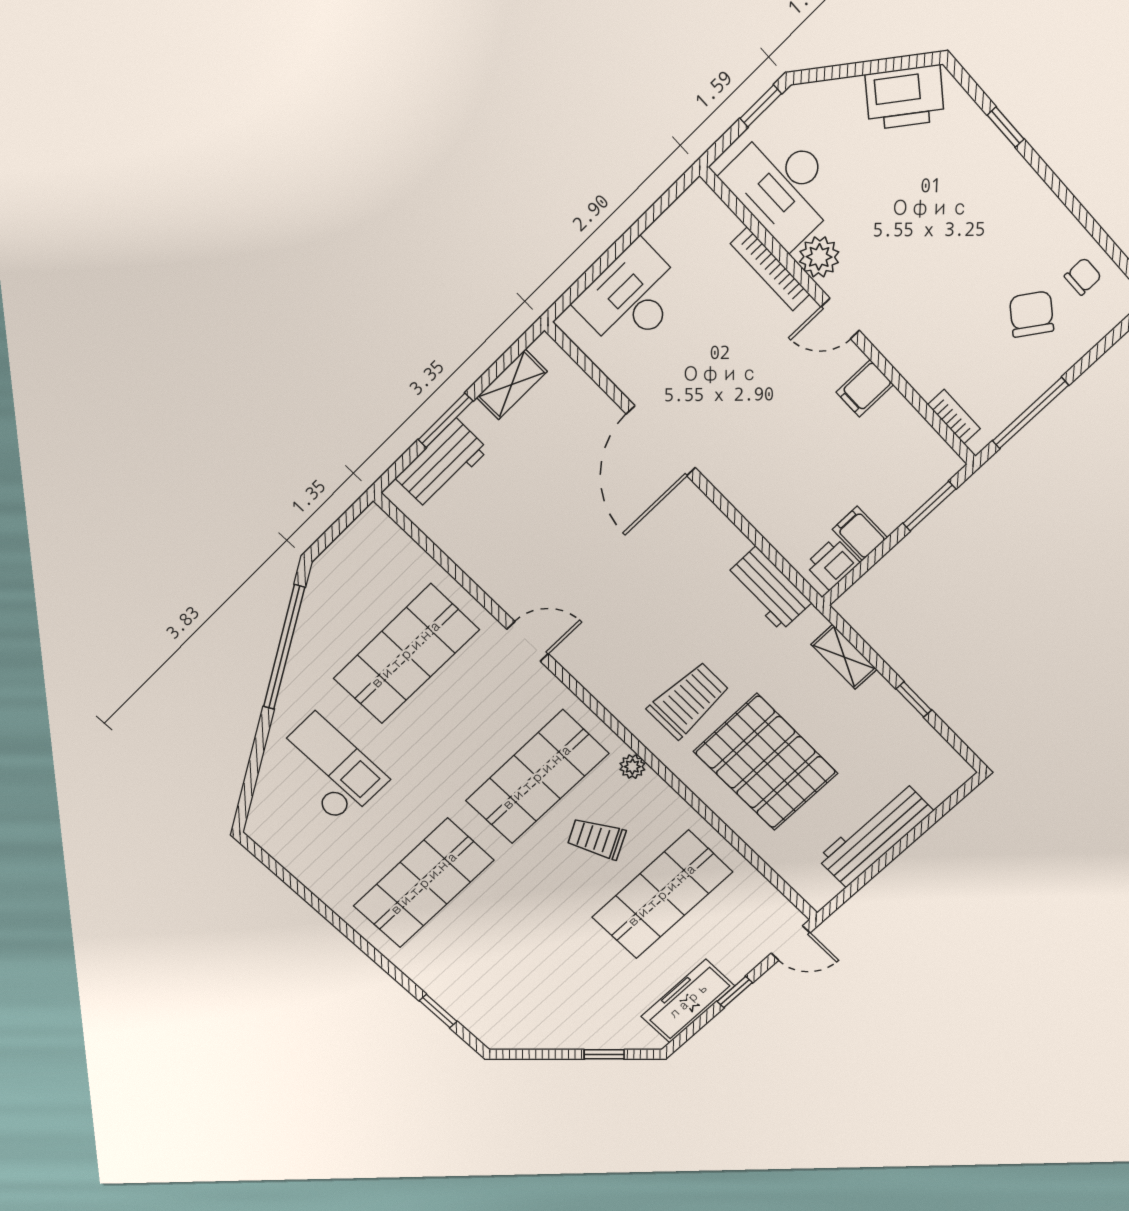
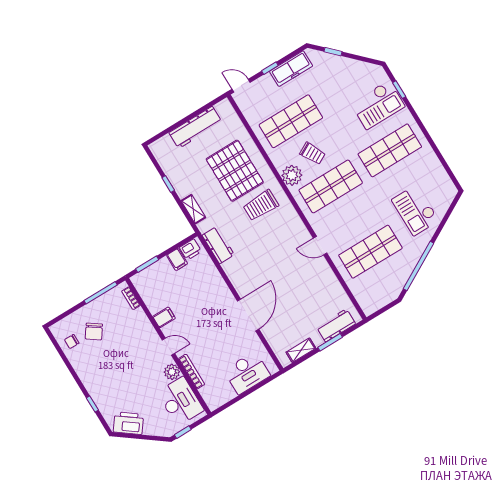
plant: (632, 767) -> (292, 175), width x1.88, depth x1.88
checkout: (477, 970) -> (378, 105), added

